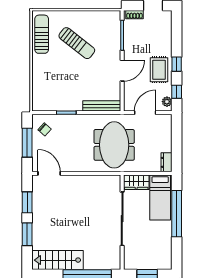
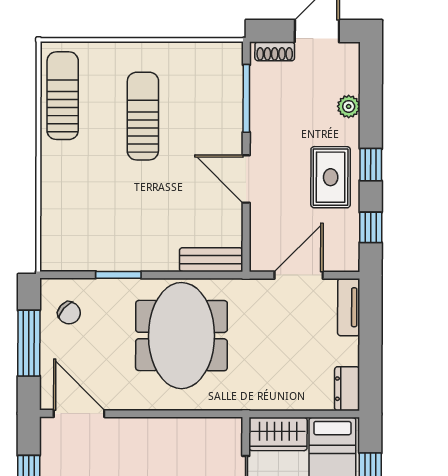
sun lounger: (77, 43) -> (143, 116), turned -128
door: (122, 71) -> (246, 179), swing flipped
plant: (167, 102) -> (349, 106), moved
bench: (102, 106) -> (211, 260), width x0.73
tv unit: (167, 127) -> (349, 307), added
meeting table: (114, 145) -> (181, 336), moved

